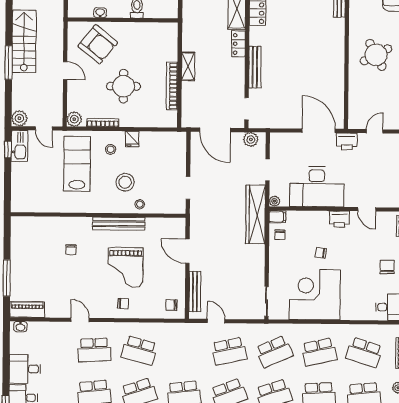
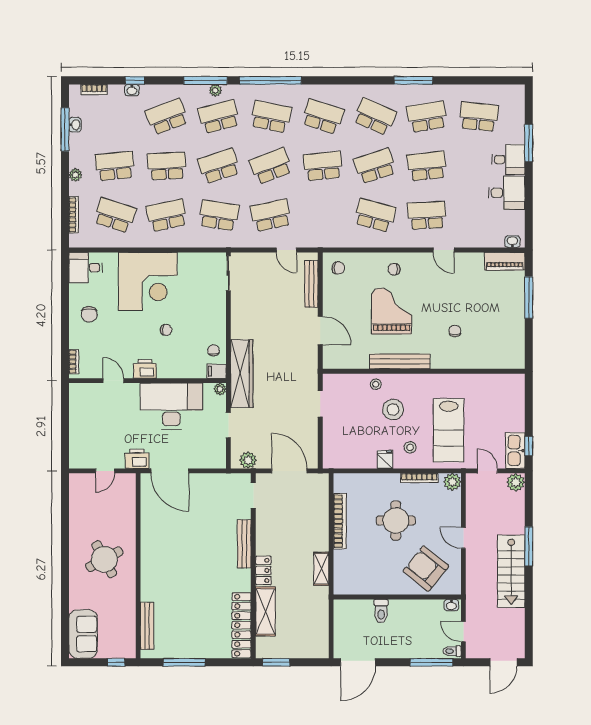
washbasin: (100, 13) -> (451, 605), moved
shelving: (188, 66) -> (321, 569), moved
corner desk: (315, 295) -> (148, 281), moved
school desk: (274, 352) -> (219, 215), turned 33

